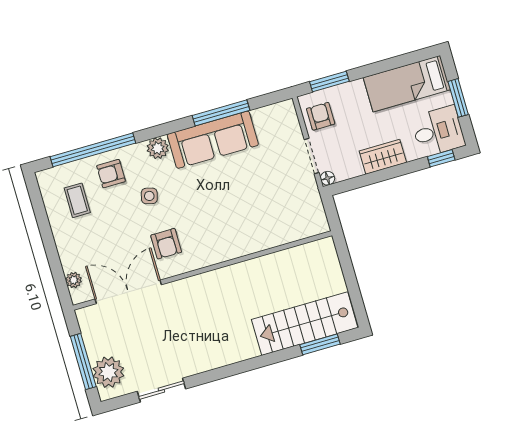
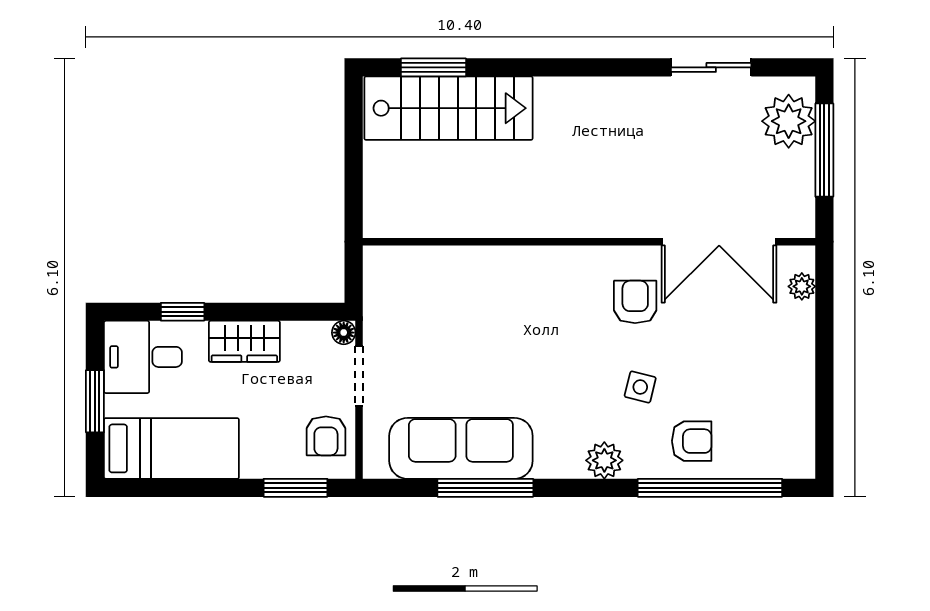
sofa: (213, 140) -> (461, 448), moved
window: (441, 158) -> (183, 312), moved
coffee table: (77, 200) -> (759, 414), removed

